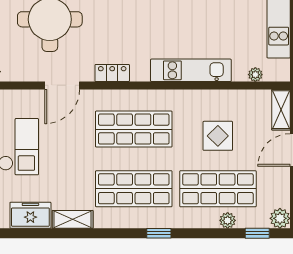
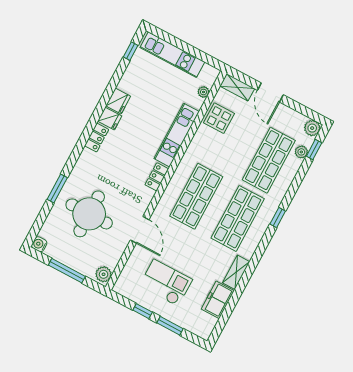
locker: (112, 73) -> (157, 177), moved
display table: (218, 136) -> (219, 118), moved
plant: (228, 220) -> (301, 152), moved

